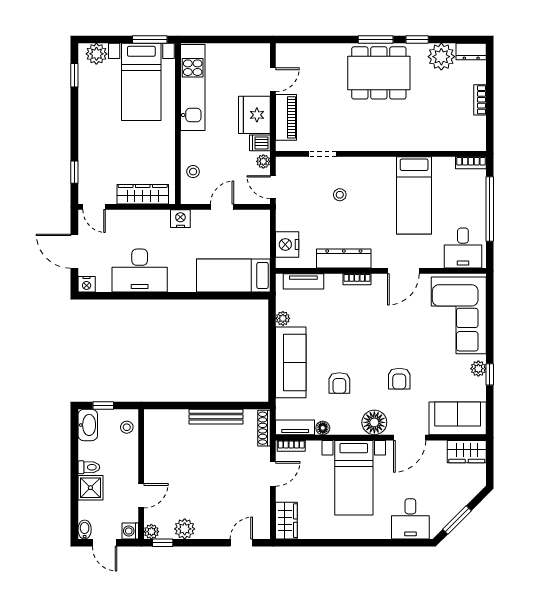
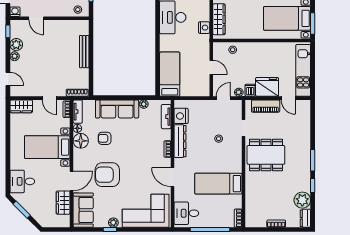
dining table: (379, 73) -> (266, 155), moved, turned 90
kitchen unit: (193, 87) -> (303, 70), moved, turned 90
nightstand: (180, 219) -> (204, 28), moved
nightstand: (287, 245) -> (181, 116), moved, turned -90
armchair: (399, 379) -> (107, 175), width x1.88, depth x1.88
bench: (216, 417) -> (84, 52), moved
floor lamp: (374, 422) -> (81, 141), moved
door: (410, 438) -> (72, 181), swing flipped
wardrobe: (467, 452) -> (63, 203), moved
plant: (151, 532) -> (15, 56), moved

